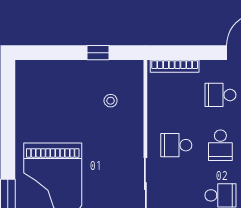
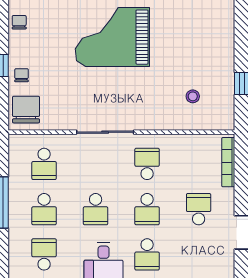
school desk: (220, 145) -> (147, 209), turned -90

